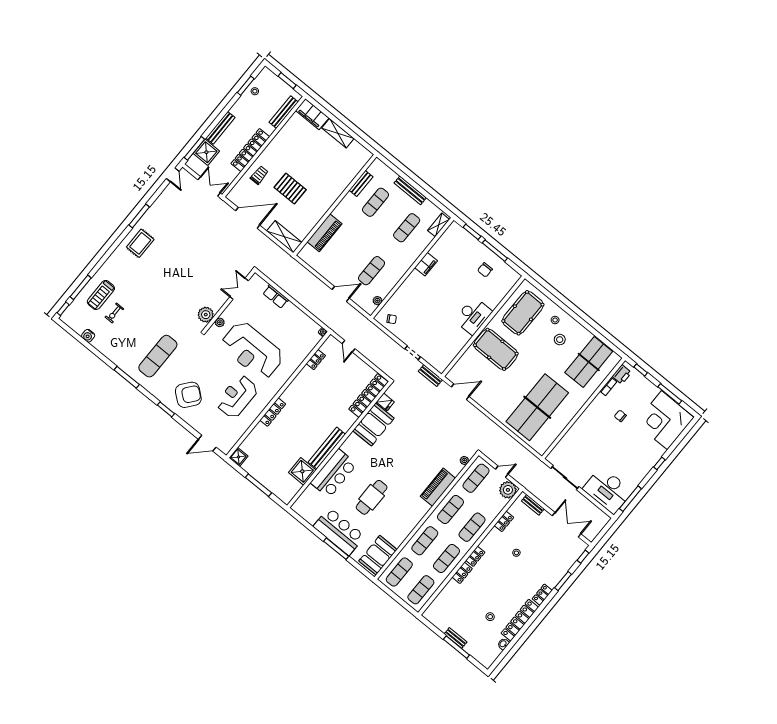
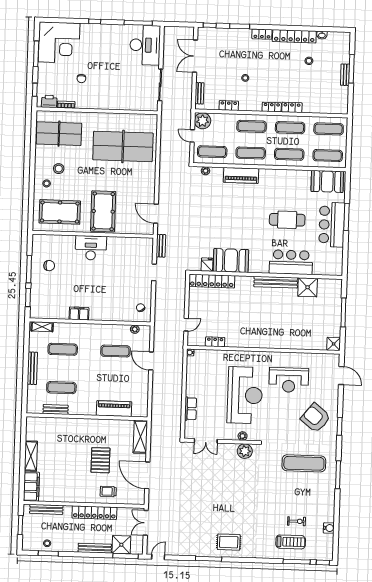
locker: (273, 412) -> (280, 344), removed

